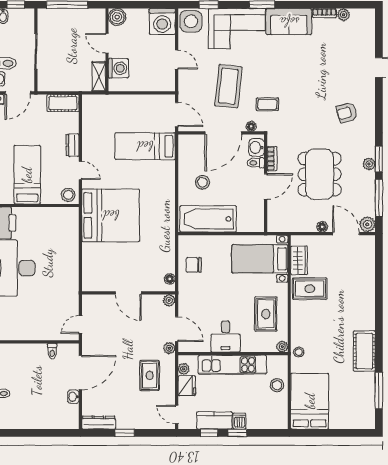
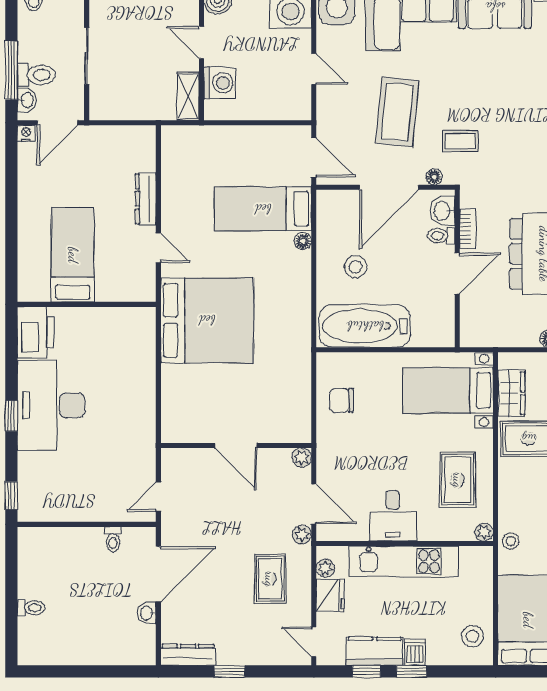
cot: (63, 103) -> (130, 139), removed
dresser: (72, 145) -> (146, 199), width x1.44
stool: (68, 195) -> (139, 287), removed
floor lamp: (170, 279) -> (303, 241), moved
stool: (277, 385) -> (472, 636), moved

